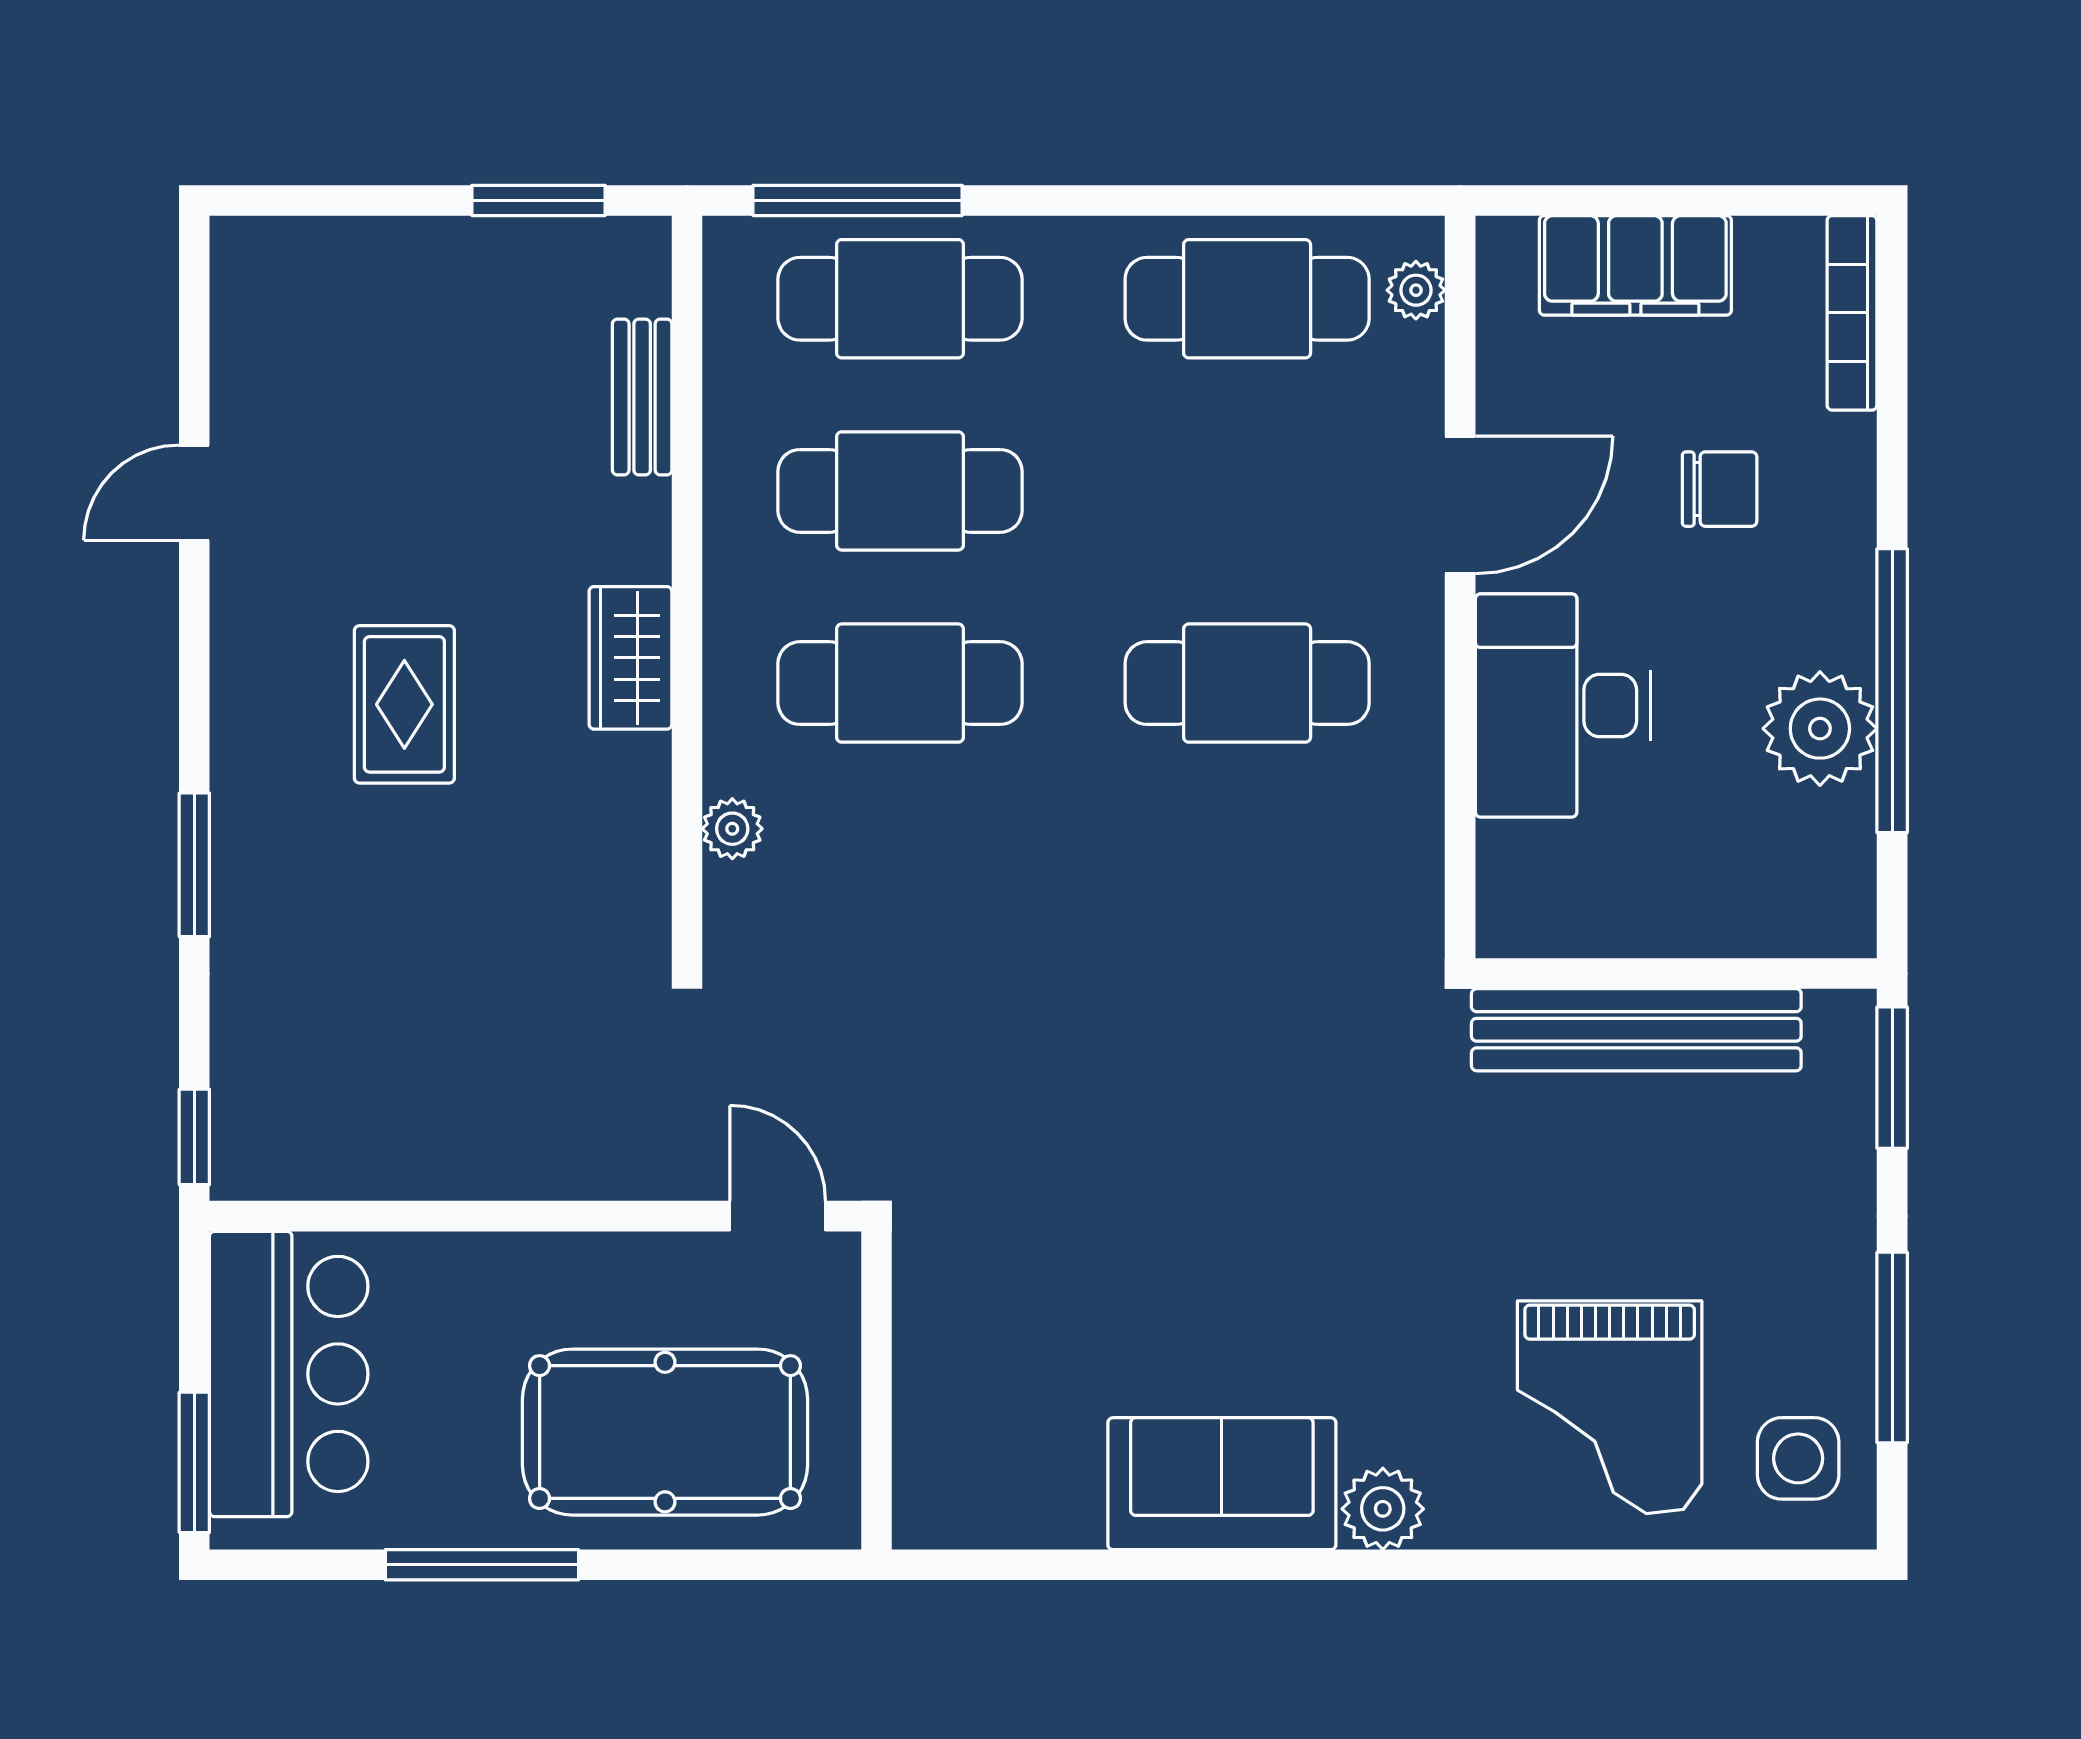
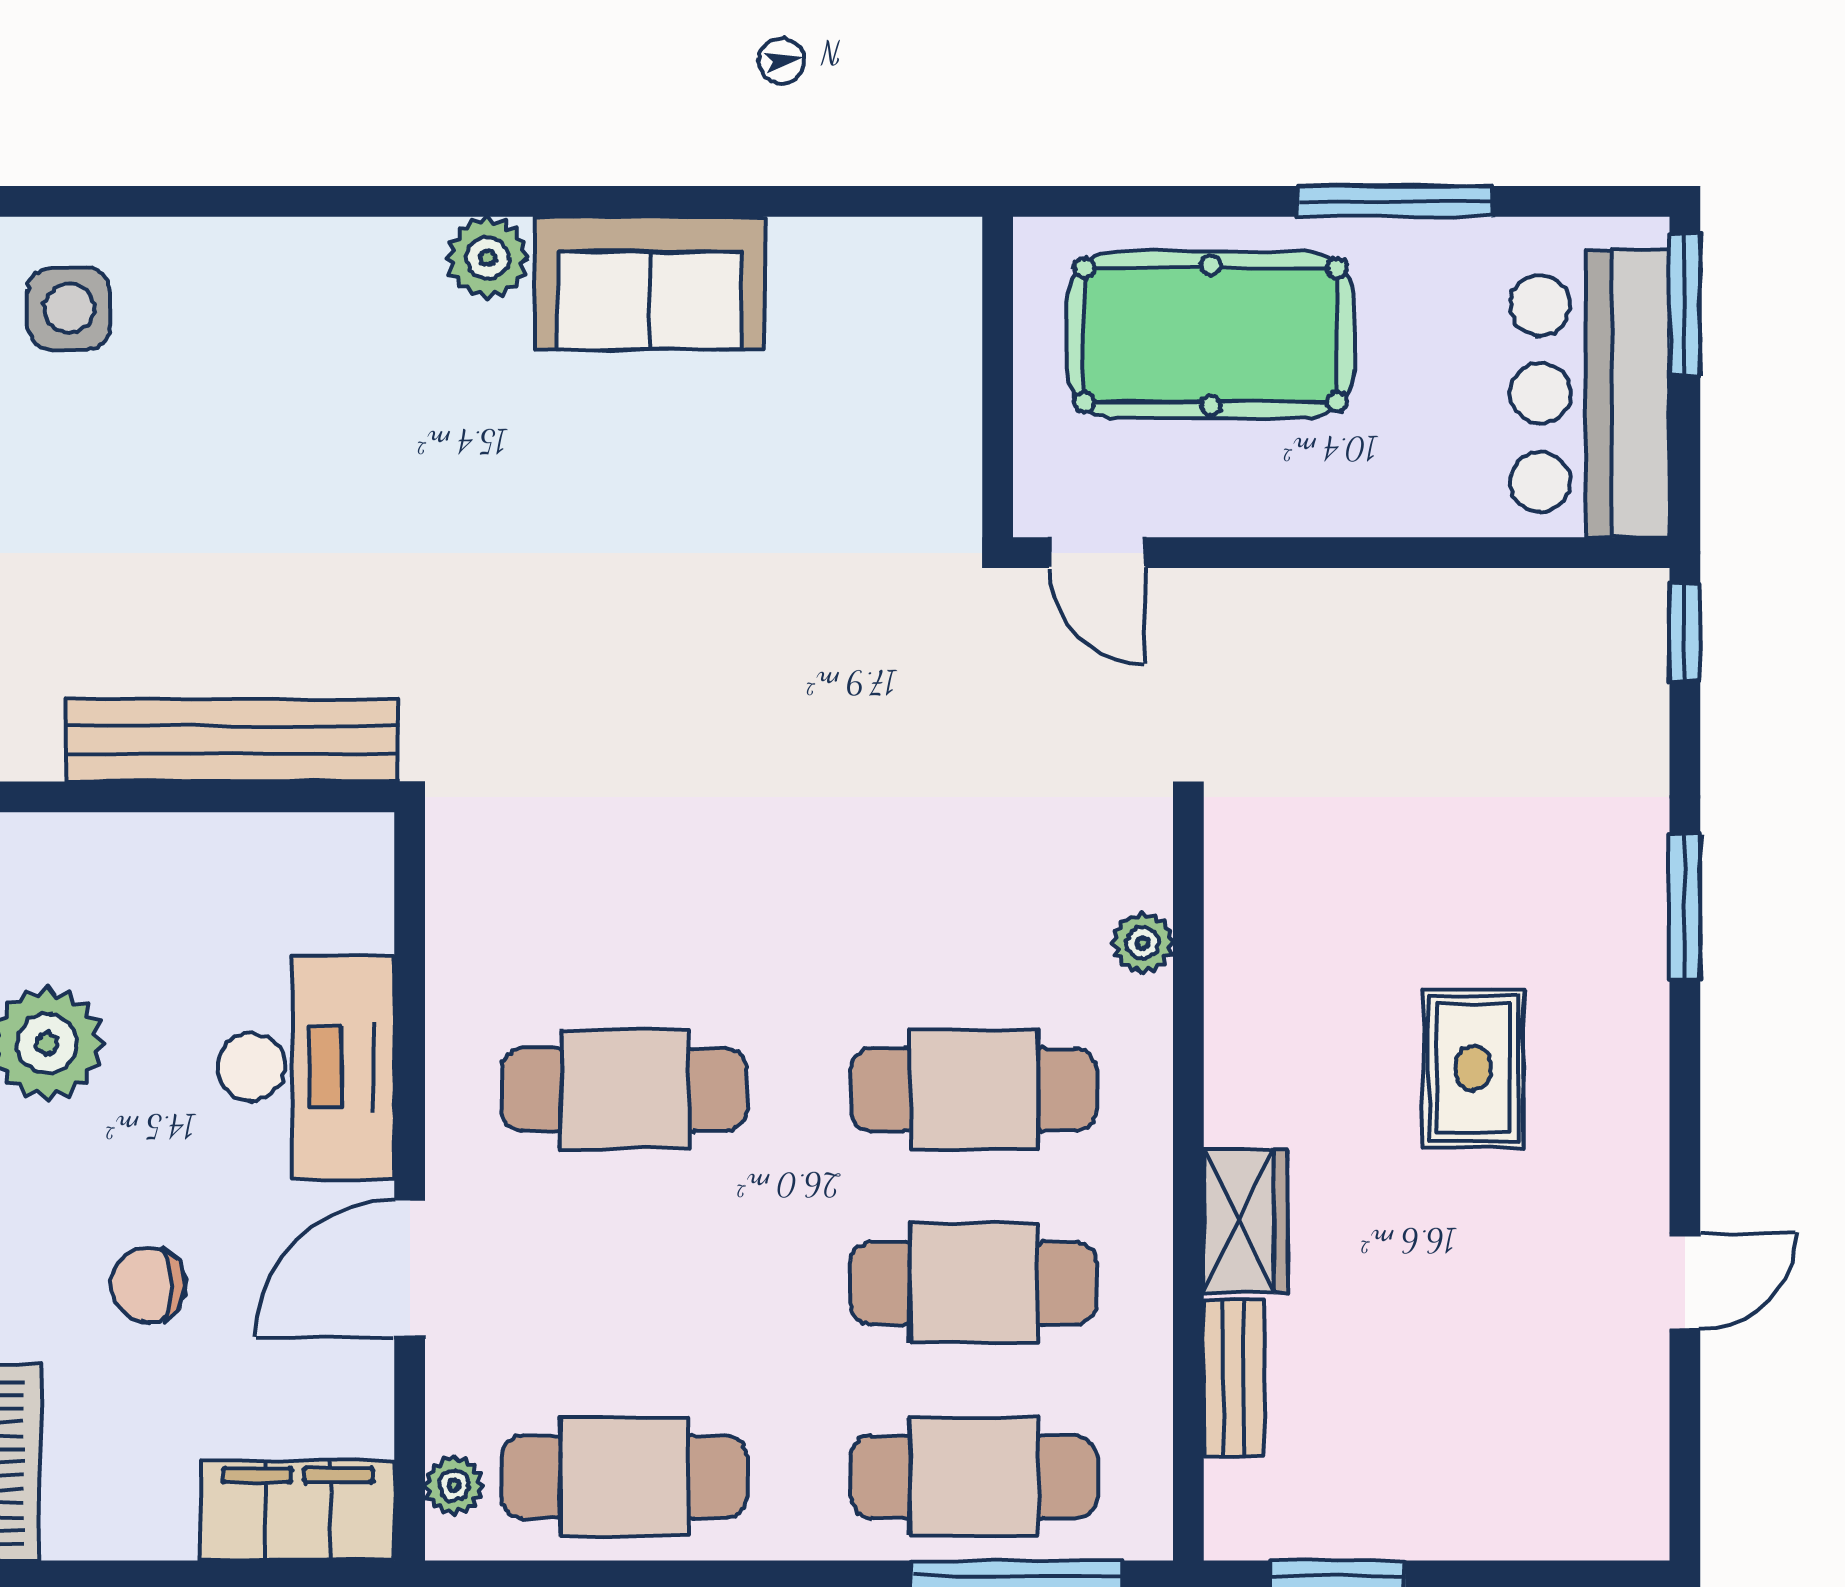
filing cabinet: (1635, 265) -> (298, 1510), moved
wardrobe: (630, 658) -> (1245, 1221), moved
grand piano: (1610, 1407) -> (259, 360), removed

